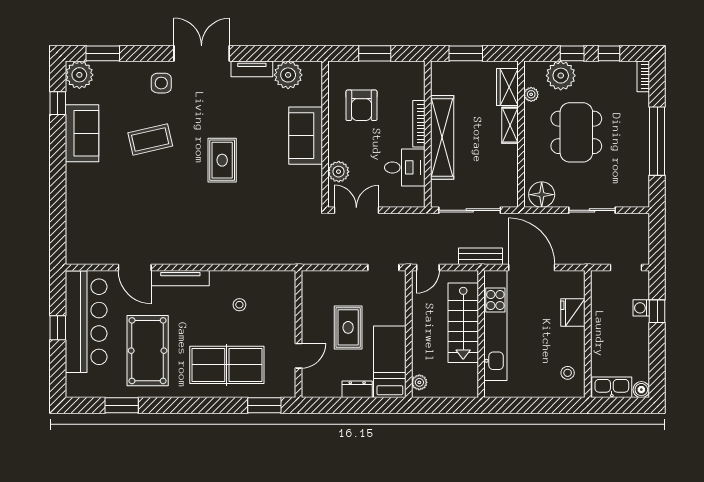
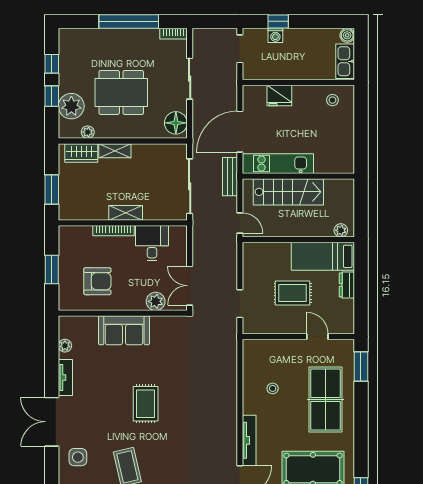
plant: (288, 75) -> (65, 346), width x0.53, depth x0.53
bookcase: (643, 76) -> (174, 34), moved
shelving: (442, 137) -> (126, 213), width x0.45, depth x0.75
rug: (222, 160) -> (146, 404), turned 90
doorway: (383, 267) -> (240, 304), moved
kitchen unit: (495, 325) -> (278, 164), width x0.73

